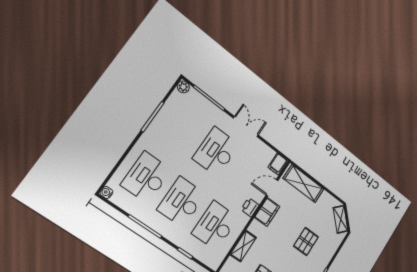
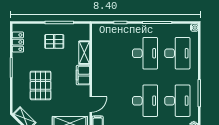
printer: (250, 207) -> (97, 81), removed
filing cabinet: (267, 212) -> (83, 75), moved
desk: (215, 225) -> (177, 101), moved
pallet: (306, 241) -> (41, 85), width x1.50, depth x1.42

